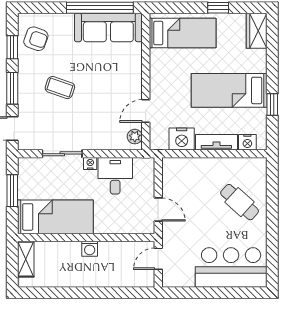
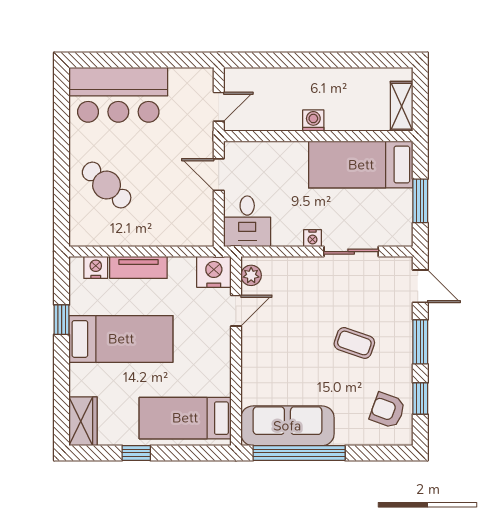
nightstand: (182, 139) -> (214, 272), moved
desk: (115, 176) -> (247, 221), moved

